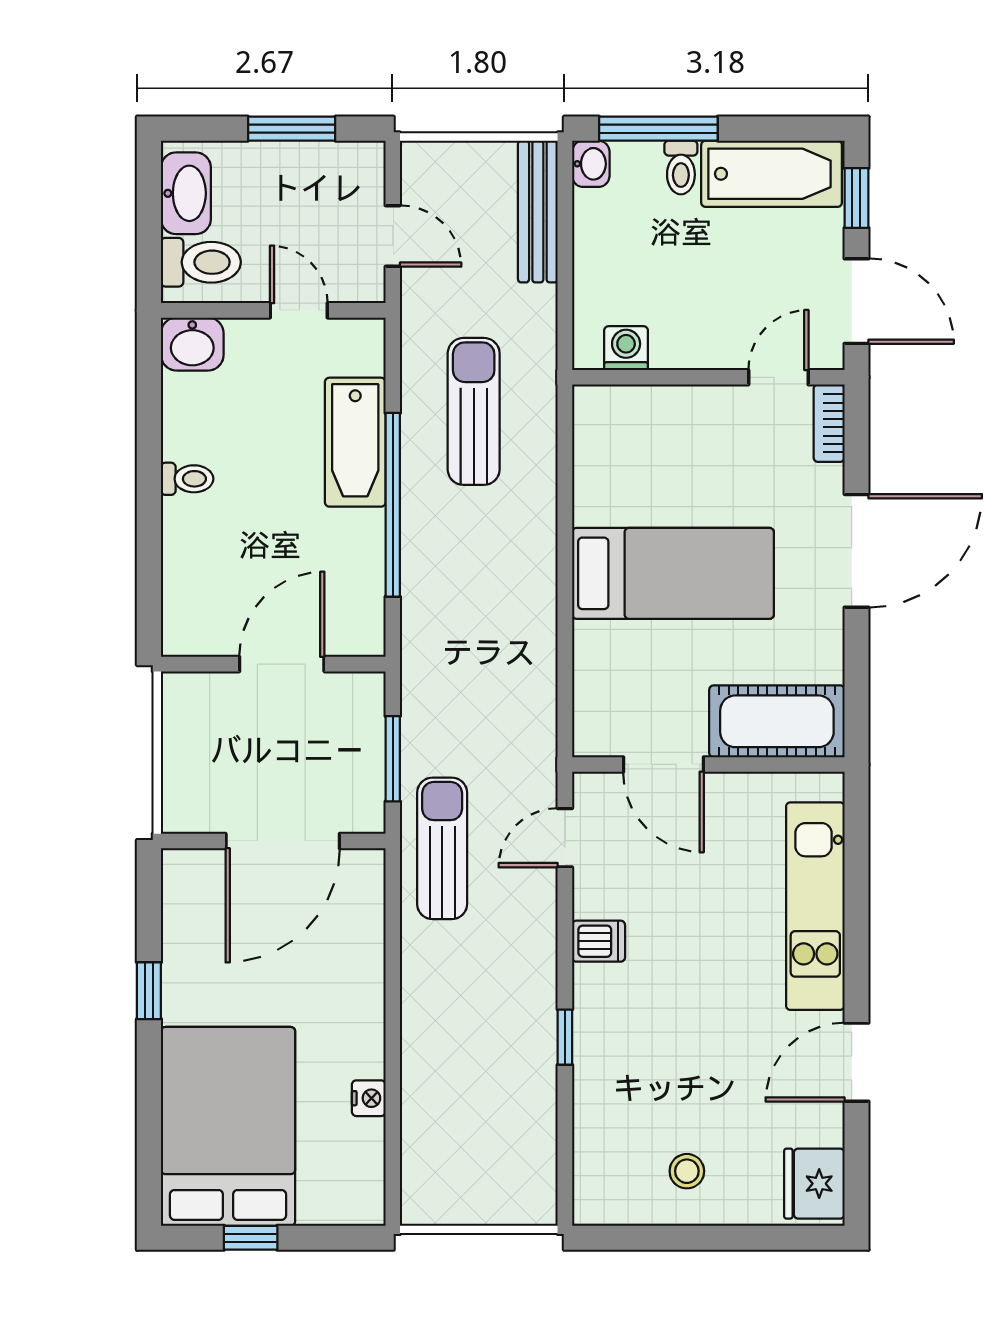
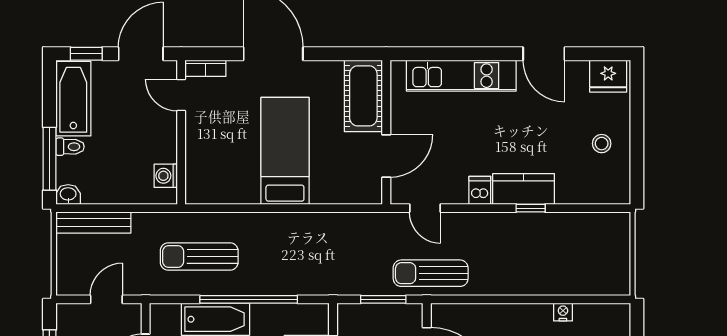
kitchen counter: (601, 1024) -> (524, 189), added

